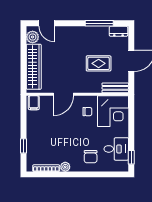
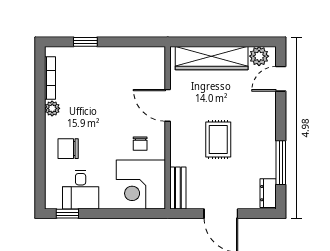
rug: (99, 63) -> (218, 139), moved
filing cabinet: (34, 103) -> (154, 58), removed

